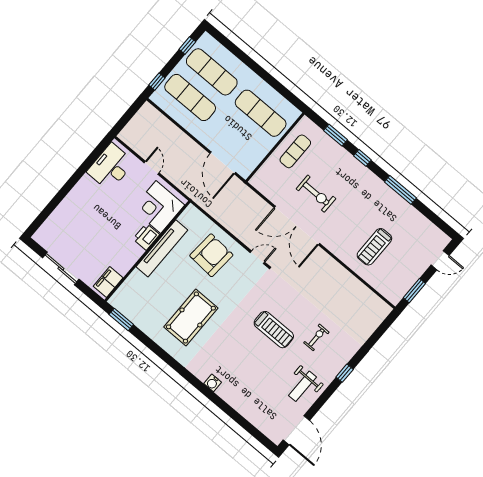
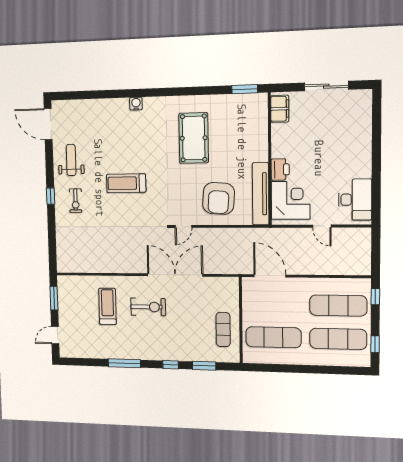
exercise bike: (316, 194) -> (148, 307), moved, turned 180
tv unit: (162, 248) -> (261, 194), moved
exercise bike: (316, 337) -> (76, 201), moved

